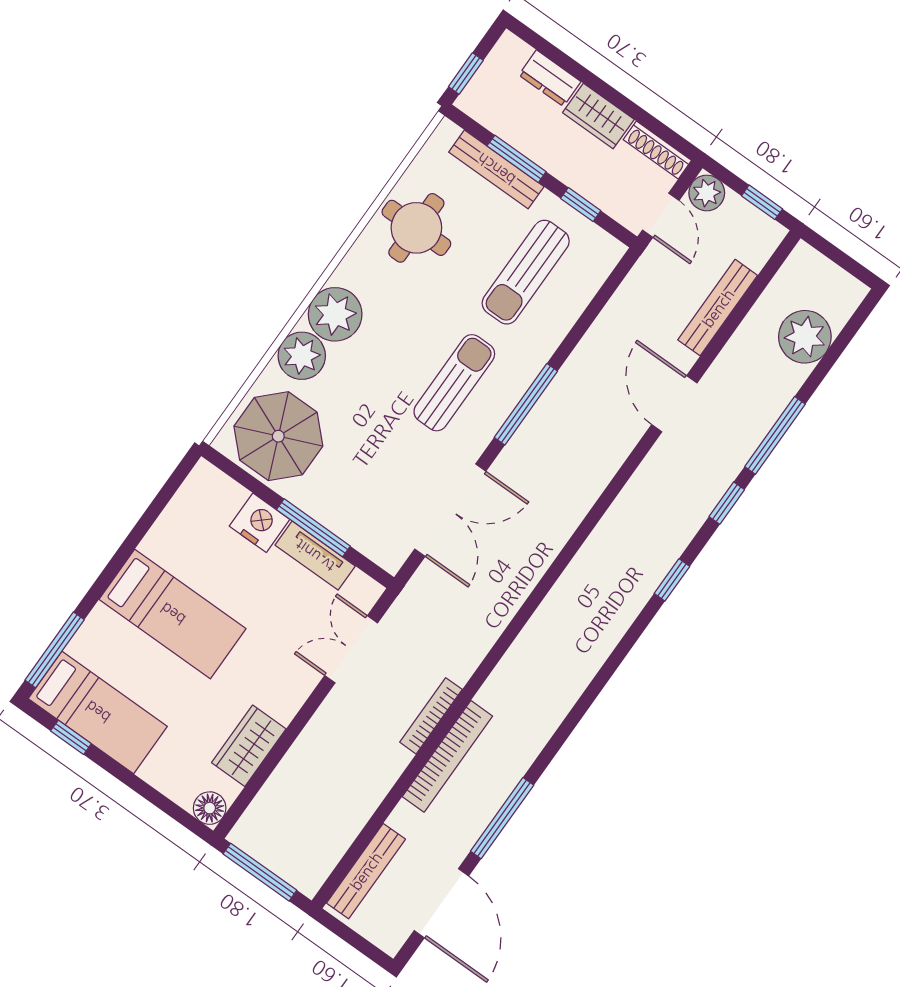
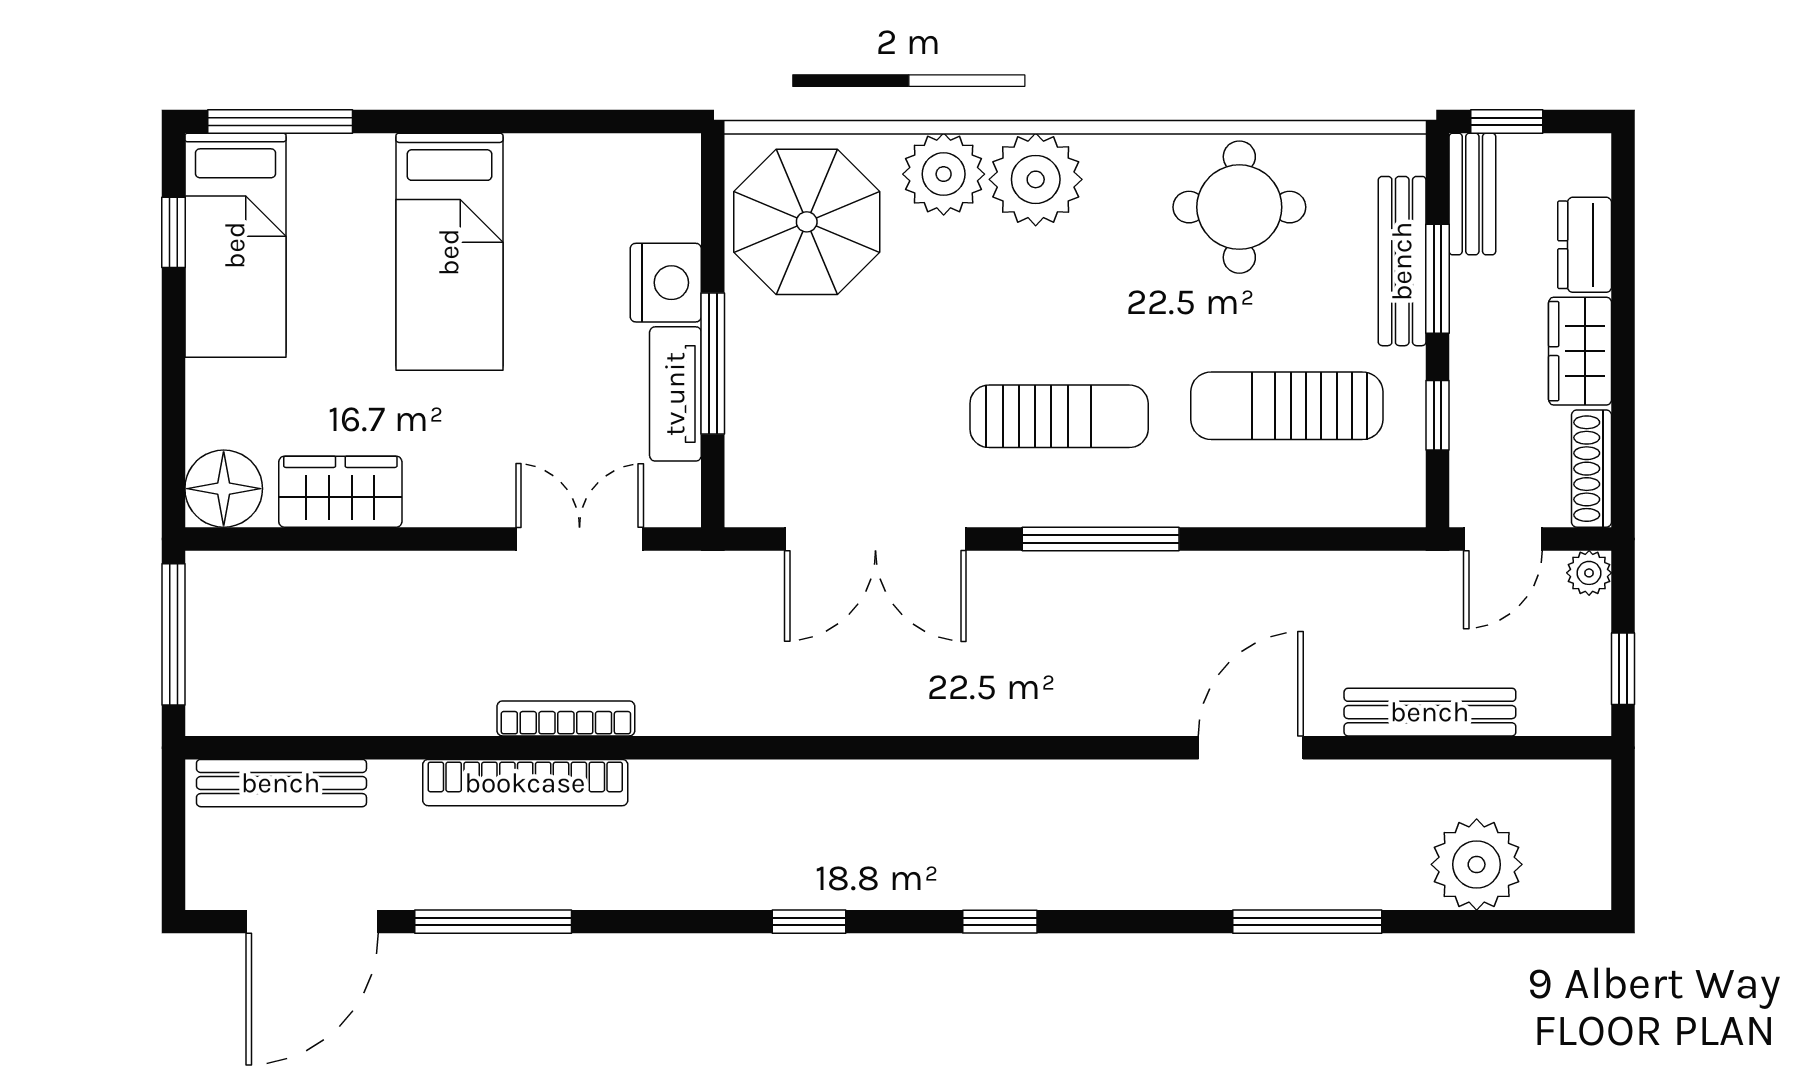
bench: (488, 114) -> (1472, 194), added
plant: (707, 193) -> (1589, 573), width x0.73, depth x0.73
window: (727, 503) -> (809, 922), moved
floor lamp: (210, 808) -> (224, 489), width x1.38, depth x1.38

